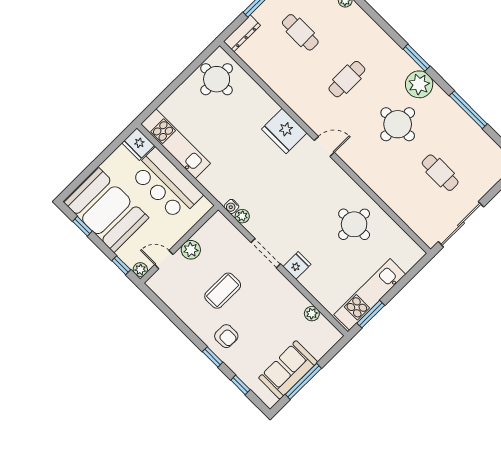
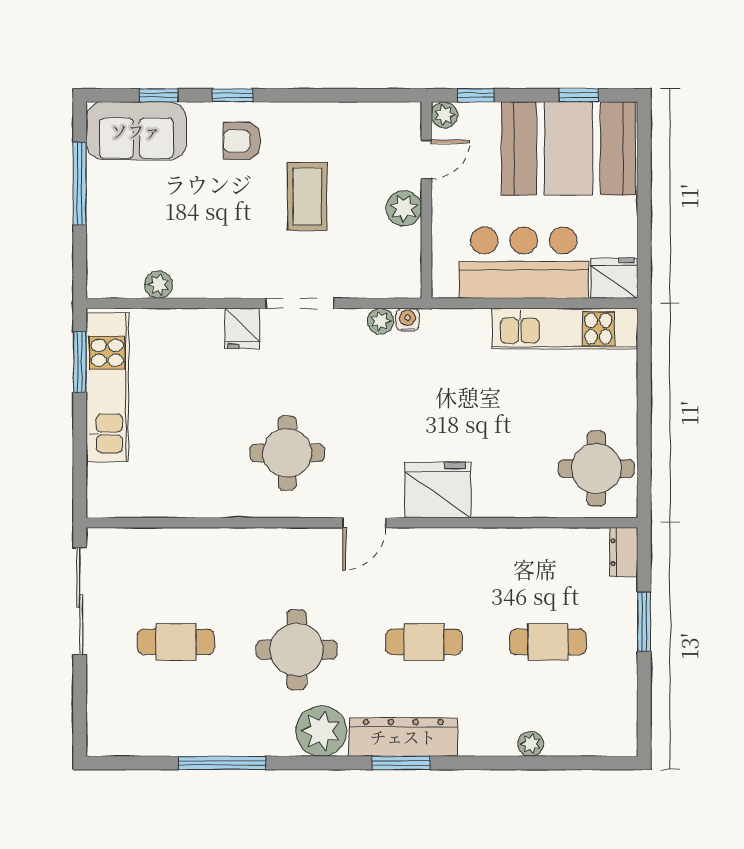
dresser: (242, 33) -> (624, 552), width x0.70
dresser: (391, 51) -> (403, 737), added
window: (416, 58) -> (401, 763), moved
cafe table: (347, 79) -> (424, 642), turned 90
round table: (354, 224) -> (287, 453), moved
sofa: (288, 370) -> (136, 131), moved, turned 90

